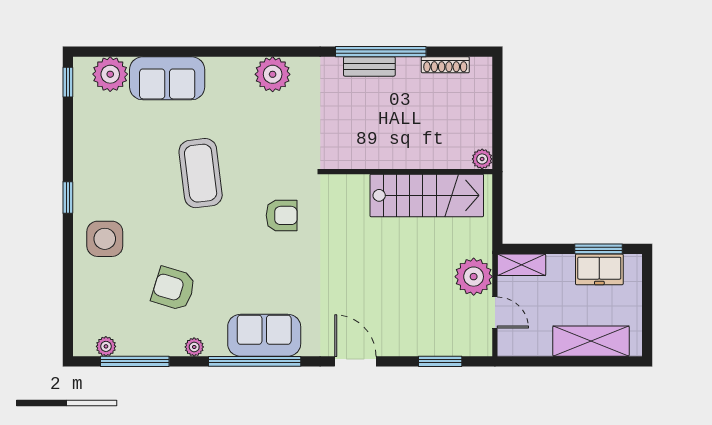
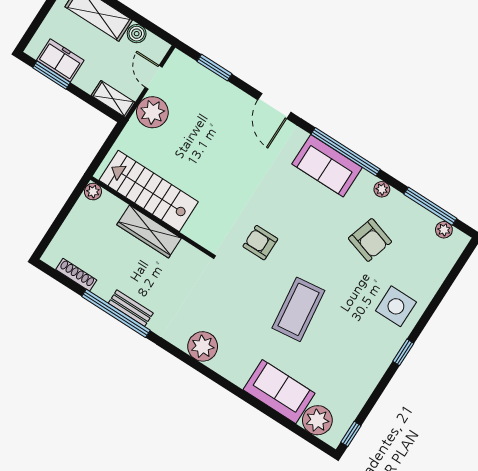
wardrobe: (400, 155) -> (149, 232), added
boiler: (540, 345) -> (137, 34), added

